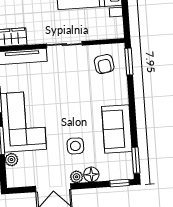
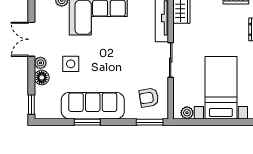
plant: (117, 24) -> (187, 113), added
sofa: (117, 129) -> (93, 106), width x1.36
window: (136, 160) -> (87, 122), moved

